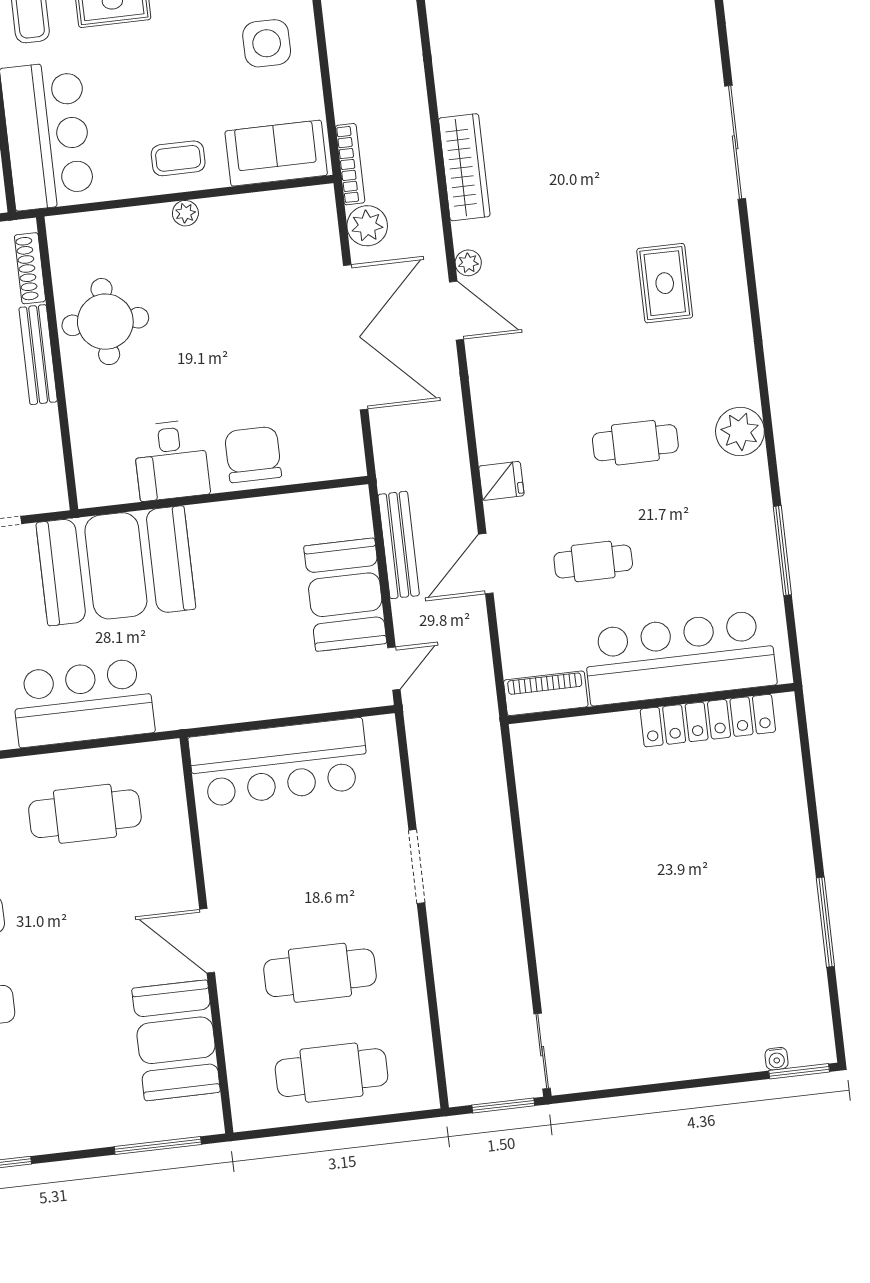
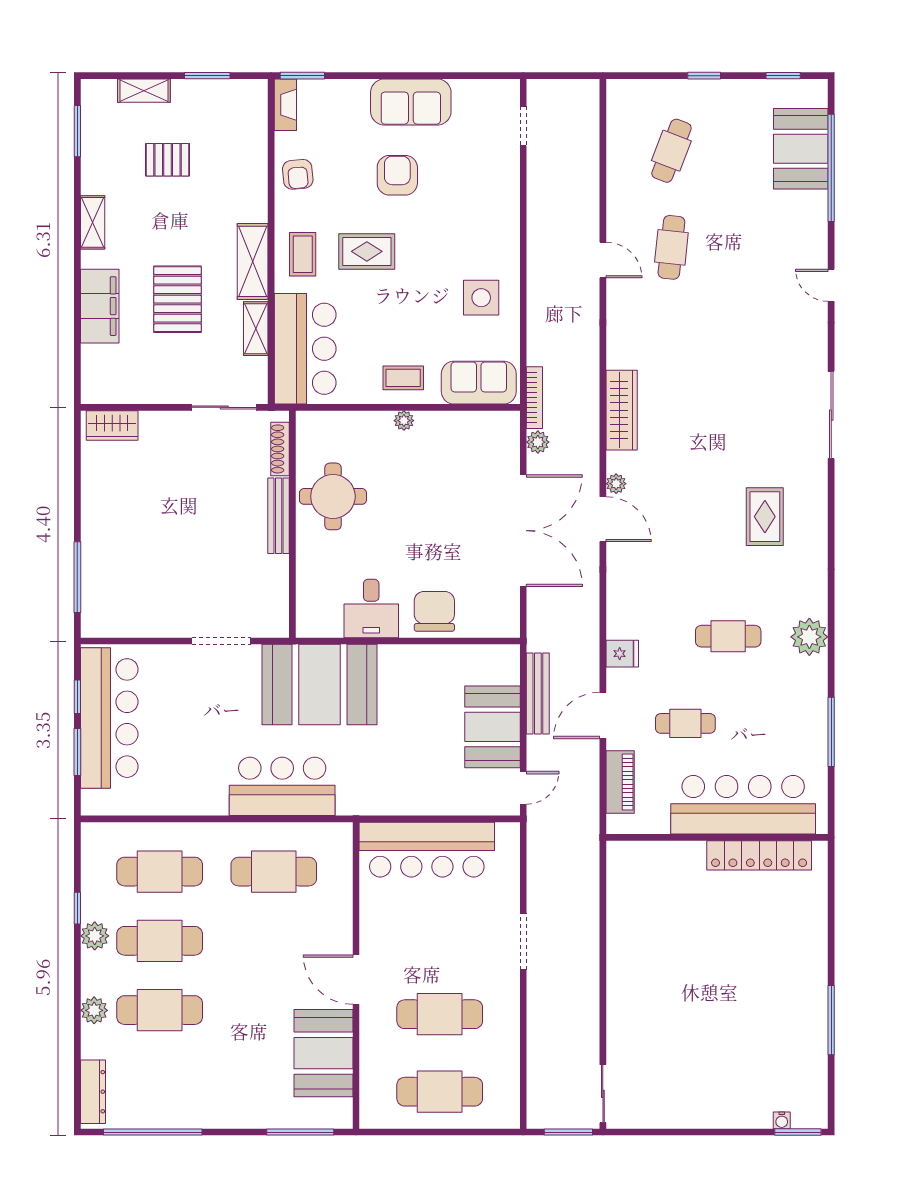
plant: (367, 226) -> (538, 442), width x0.73, depth x0.73
piano: (546, 693) -> (620, 782), moved, turned 90

